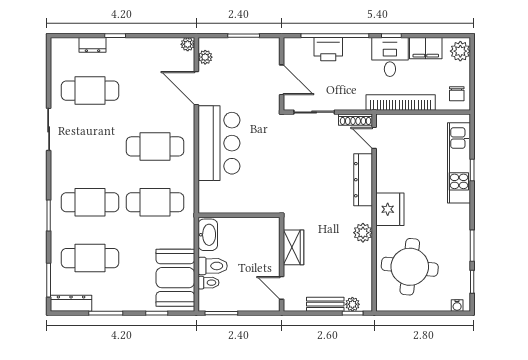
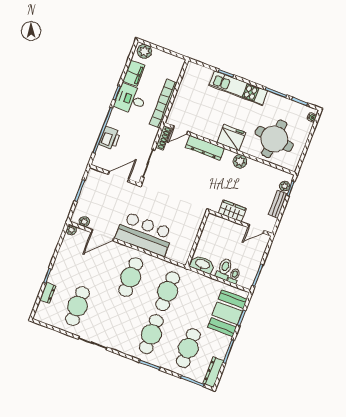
chair: (457, 94) -> (172, 64), removed
kitchen unit: (459, 163) -> (238, 88), moved
booth: (175, 278) -> (227, 313), moved, turned 90

